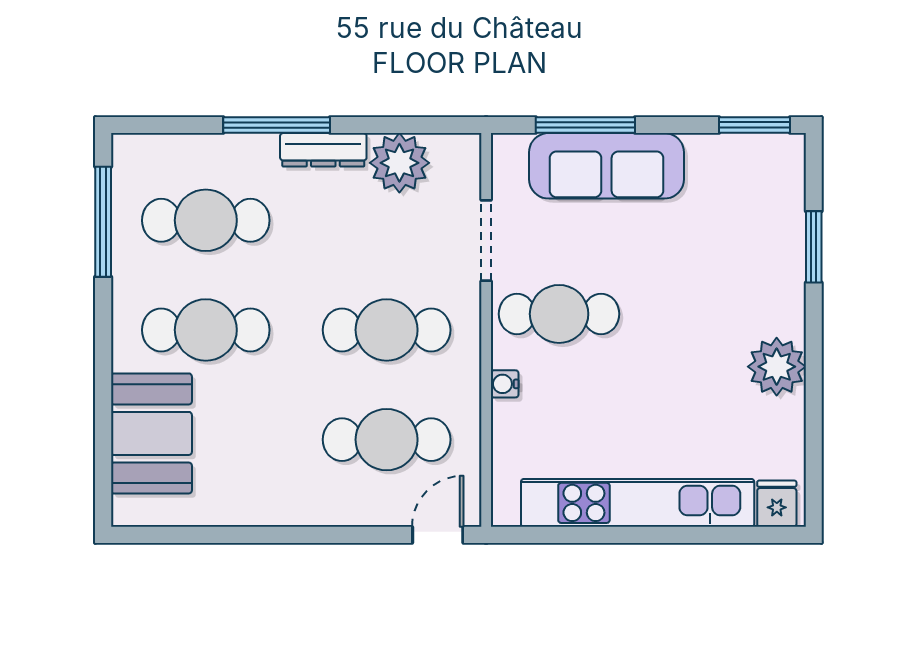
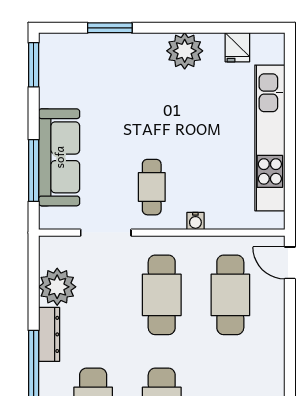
cafe table: (559, 314) -> (152, 187), width x0.73, depth x0.74
fridge: (777, 504) -> (237, 47), moved, turned -90

